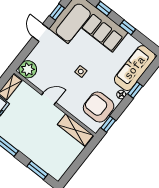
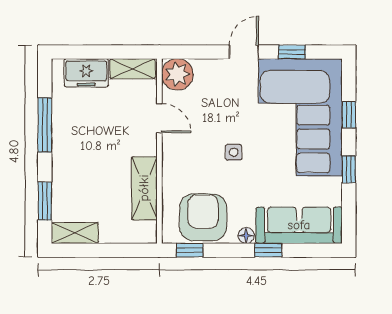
door: (49, 99) -> (159, 118), moved
shelving: (75, 130) -> (144, 188), moved
shelving: (62, 168) -> (75, 233), added

